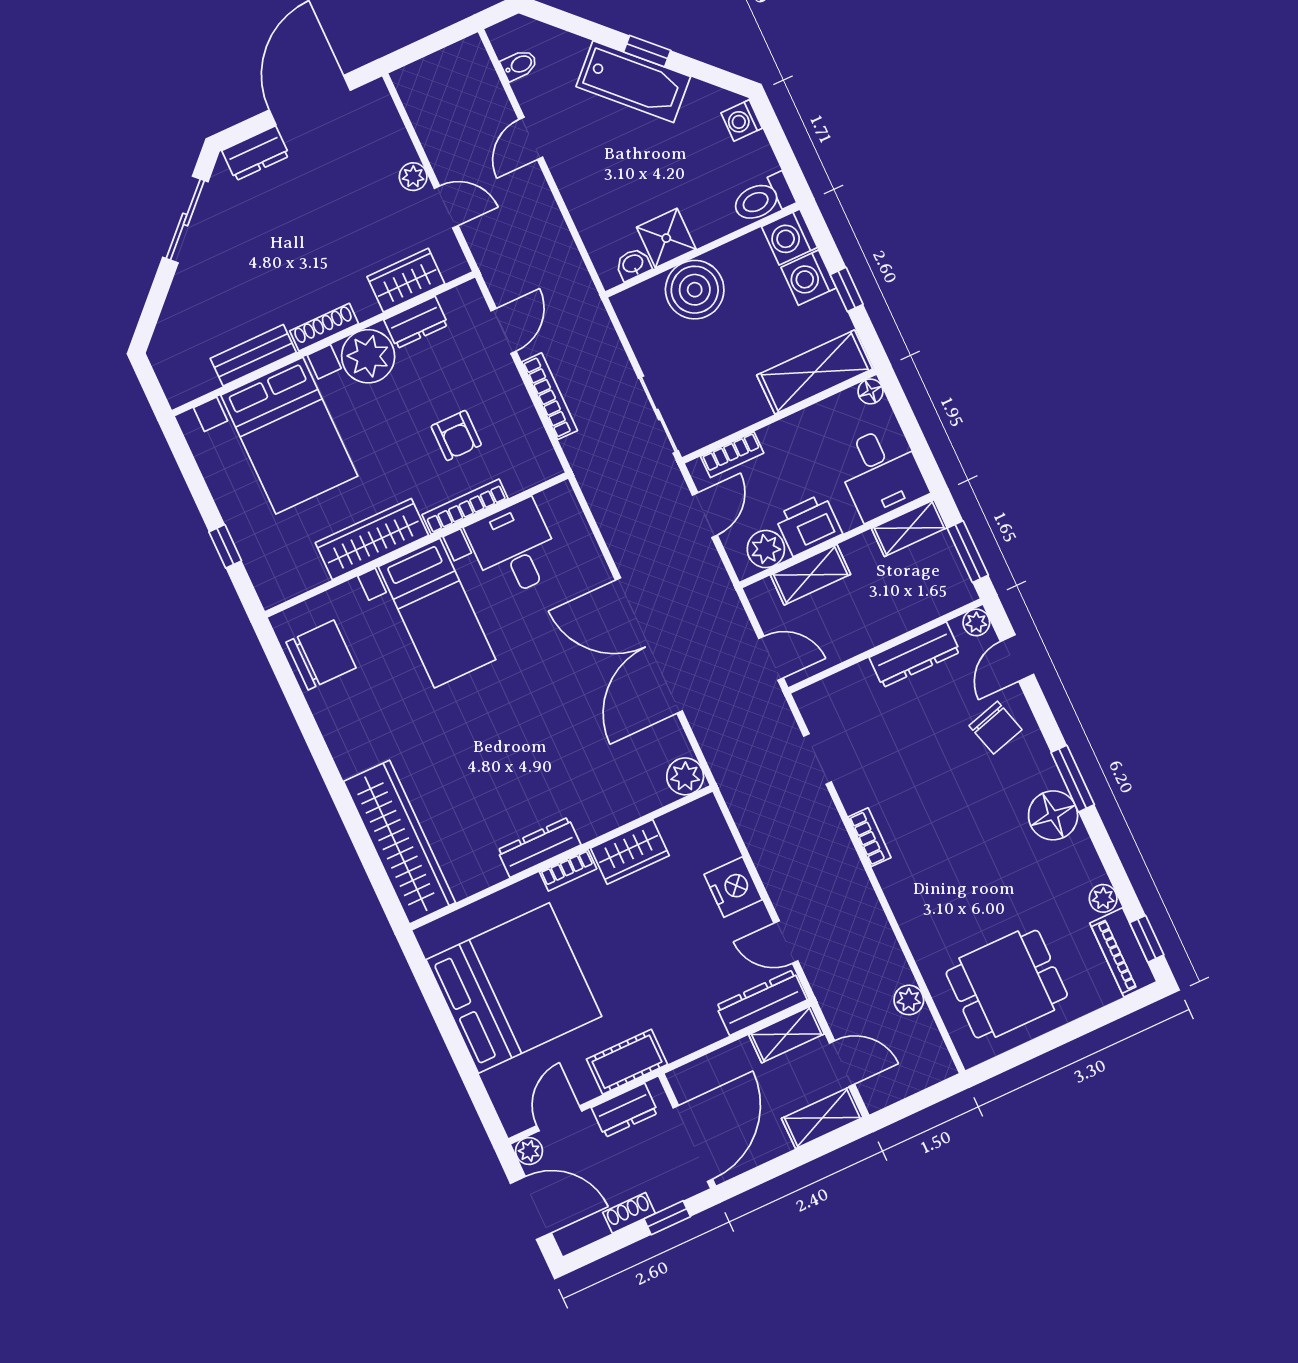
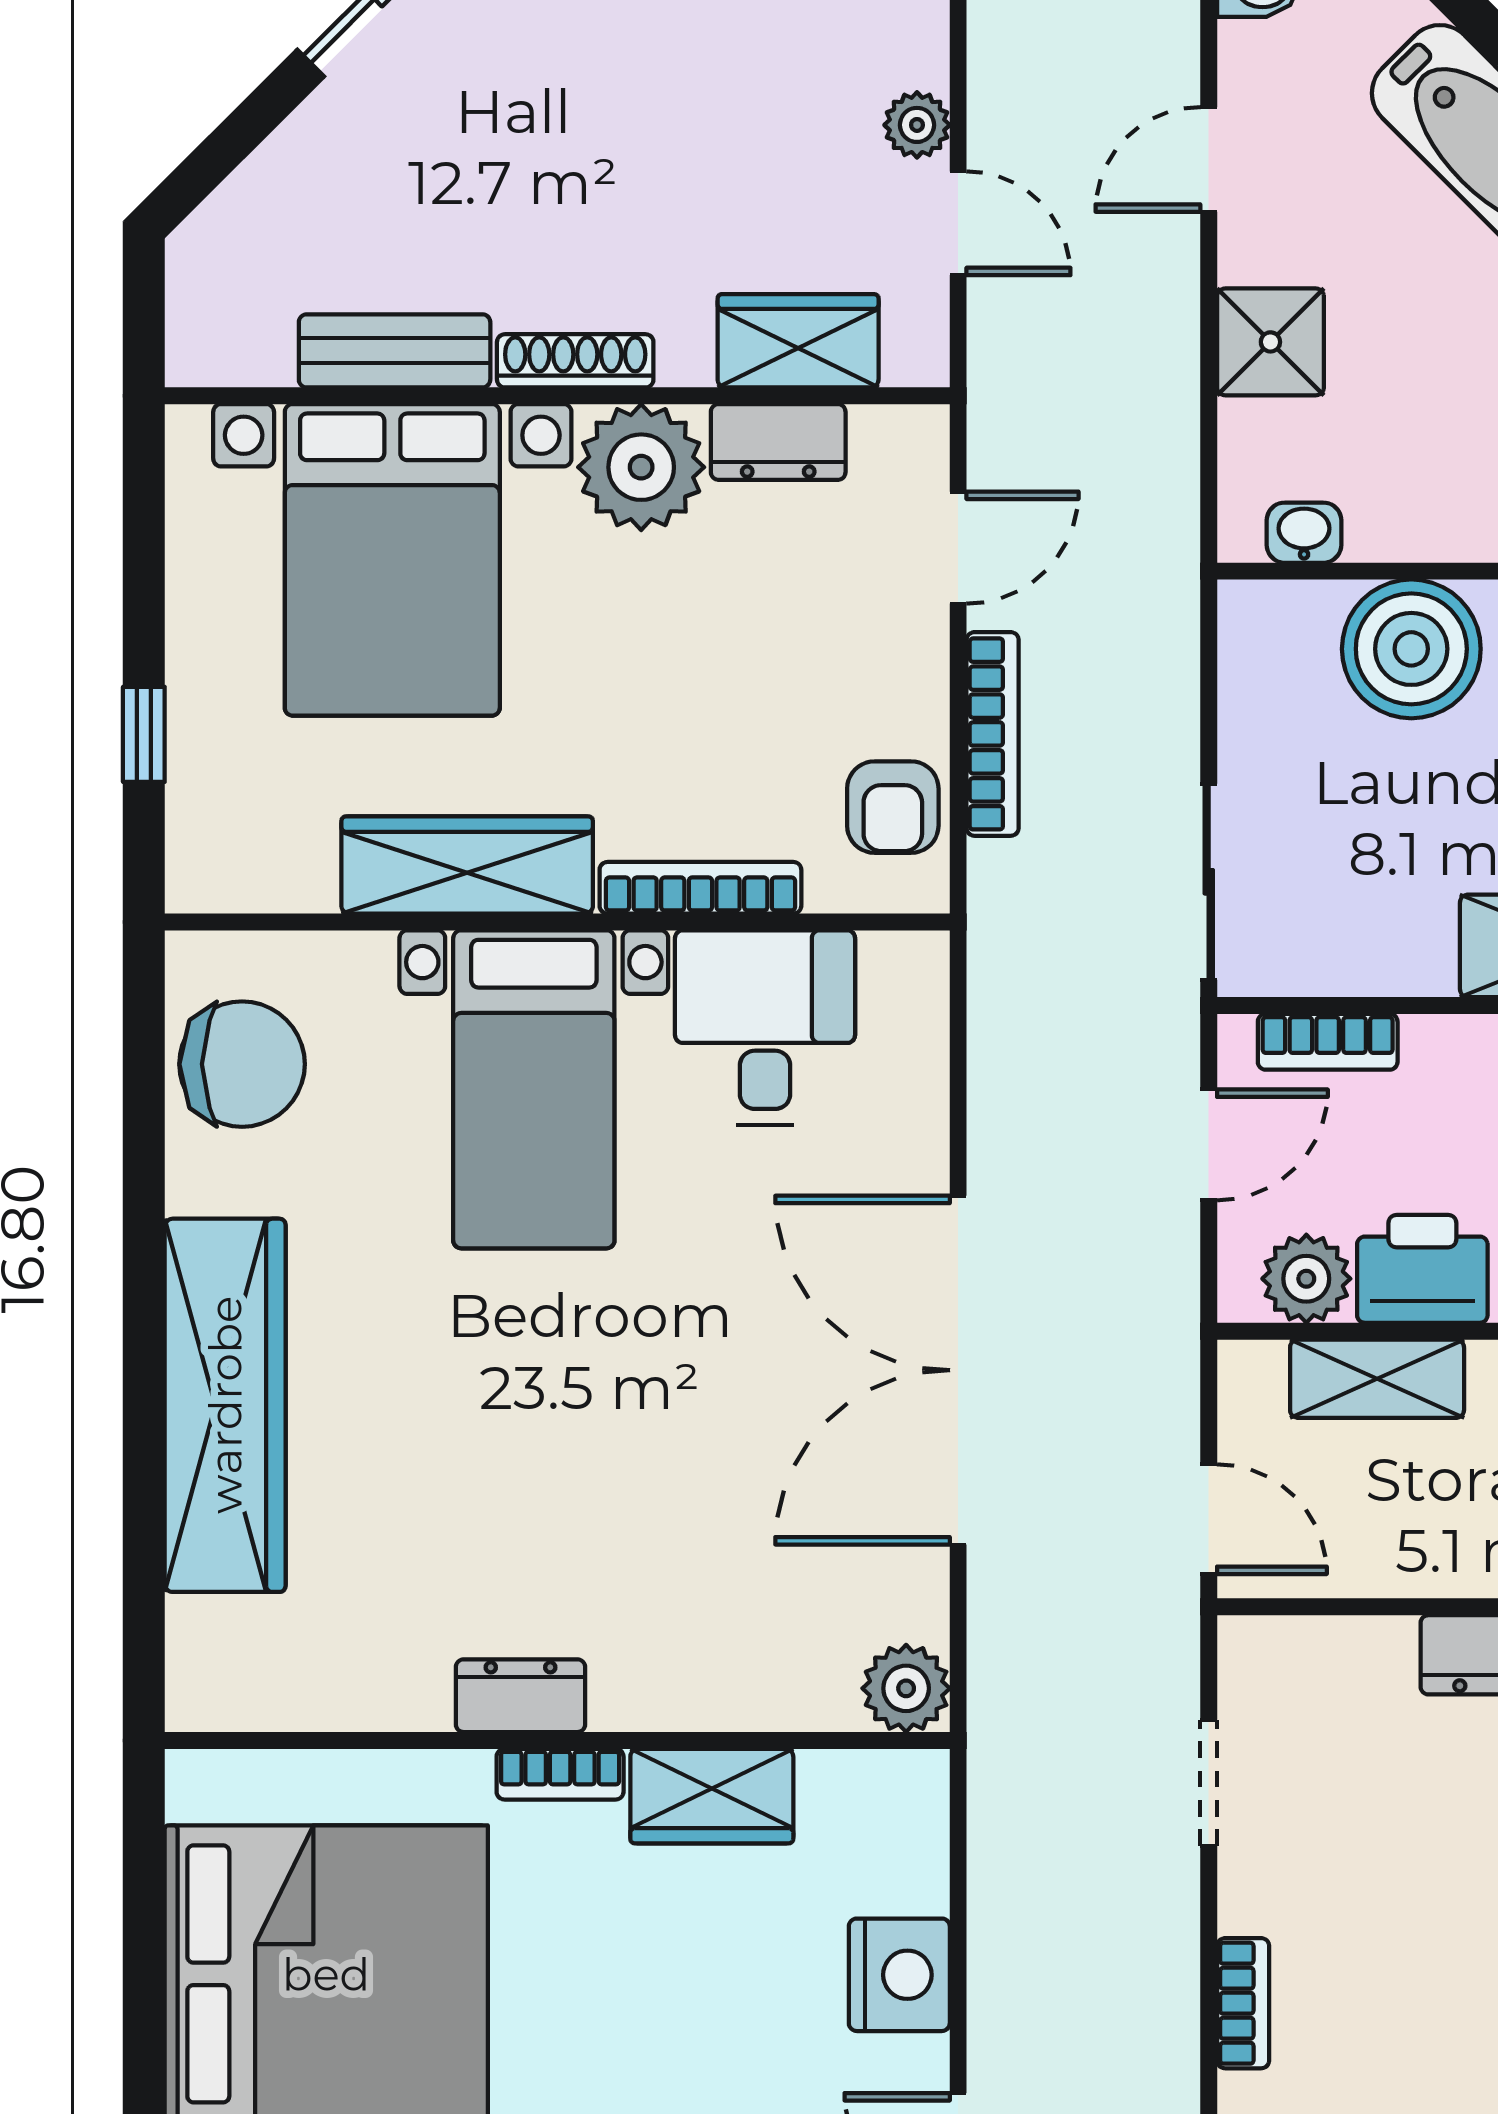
shower: (666, 238) -> (1270, 342), moved
armchair: (456, 436) -> (893, 807), moved
wardrobe: (400, 842) -> (225, 1405), moved
dresser: (539, 847) -> (521, 1696), width x0.70

